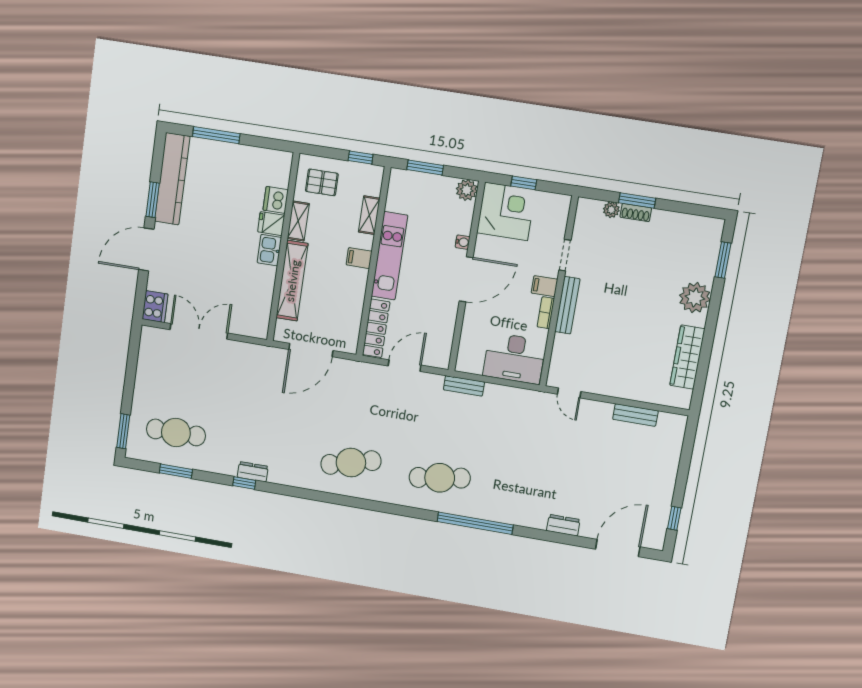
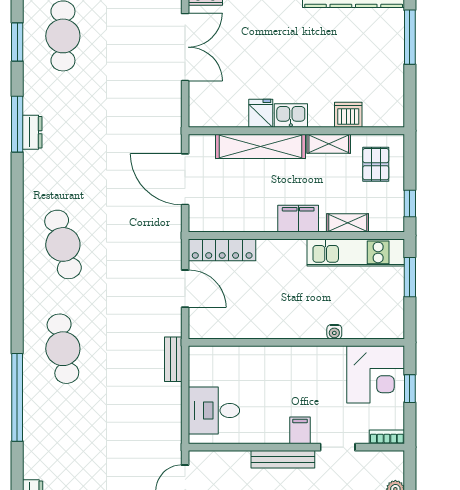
plant: (467, 190) -> (392, 327), removed
fridge: (271, 224) -> (261, 113), moved
kitchen unit: (389, 256) -> (356, 252), moved
filing cabinet: (359, 258) -> (298, 219), width x2.00
door: (466, 279) -> (294, 342), removed
bookcase: (546, 313) -> (387, 437), moved
desk: (514, 358) -> (214, 411), width x0.73
window: (244, 483) -> (17, 124), width x2.17

